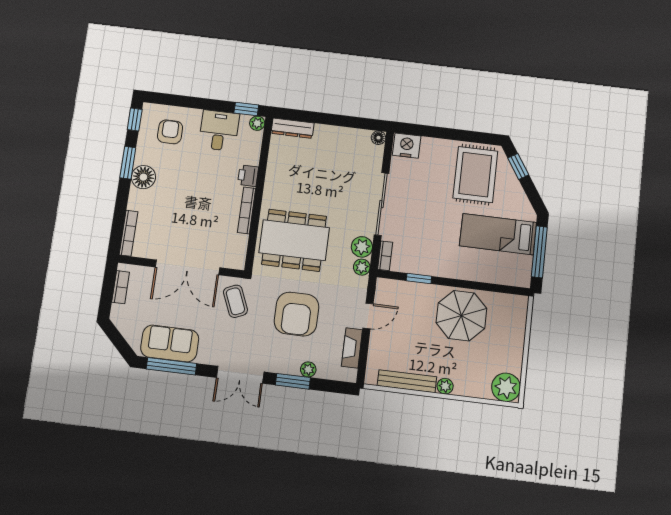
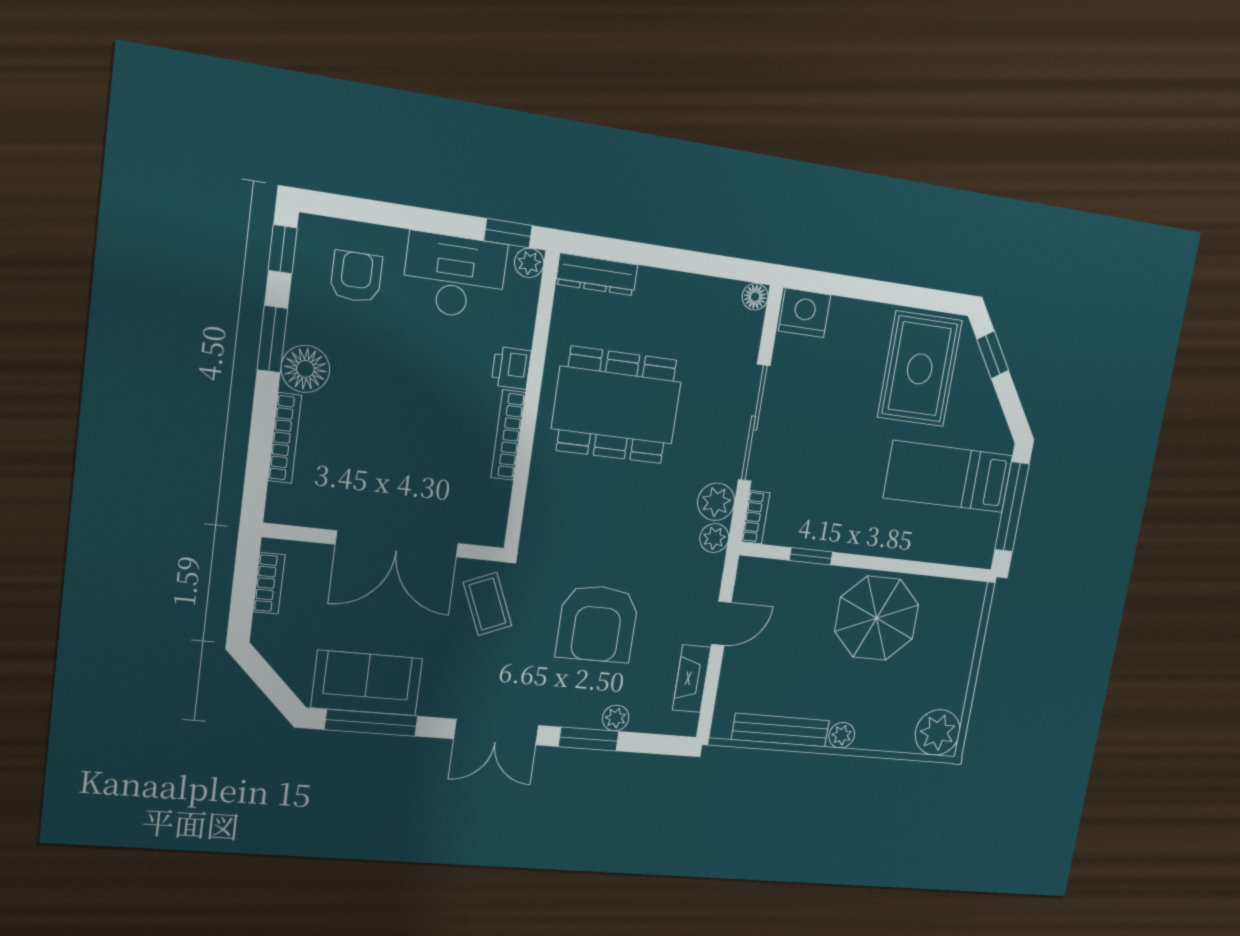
desk: (219, 131) -> (454, 276), width x1.37
bookcase: (128, 233) -> (285, 438), moved
dining table: (294, 240) -> (616, 405), moved

